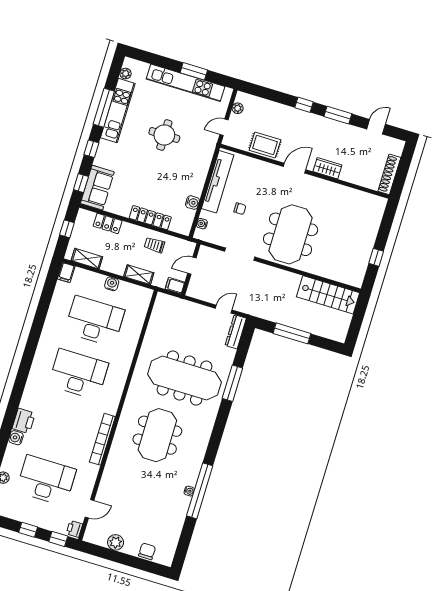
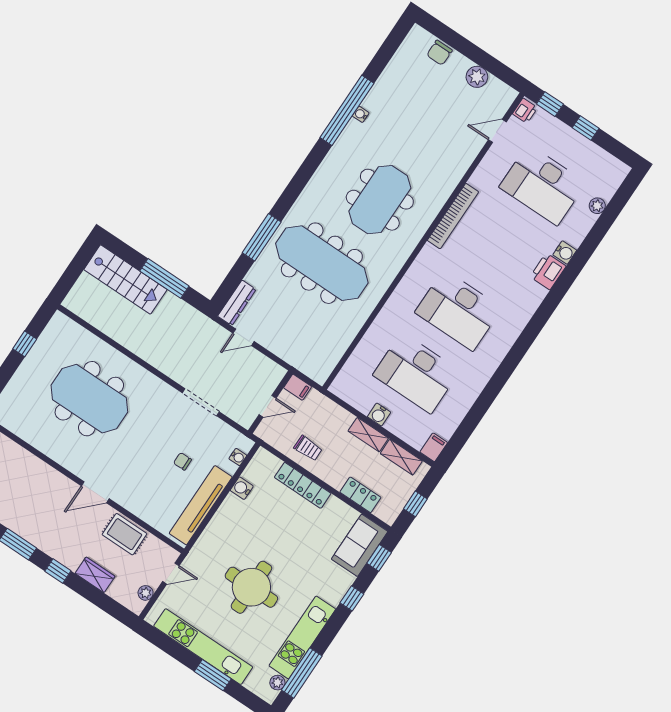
window: (194, 71) -> (213, 675), moved
window: (104, 108) -> (302, 673), moved
round table: (164, 135) -> (251, 587), width x1.36, depth x1.36
wardrobe: (327, 168) -> (95, 575), moved, turned 180
meeting table: (291, 234) -> (89, 399), moved, turned 90
shelving: (139, 275) -> (368, 435), moved
stairs: (328, 295) -> (125, 279), moved, turned 180

